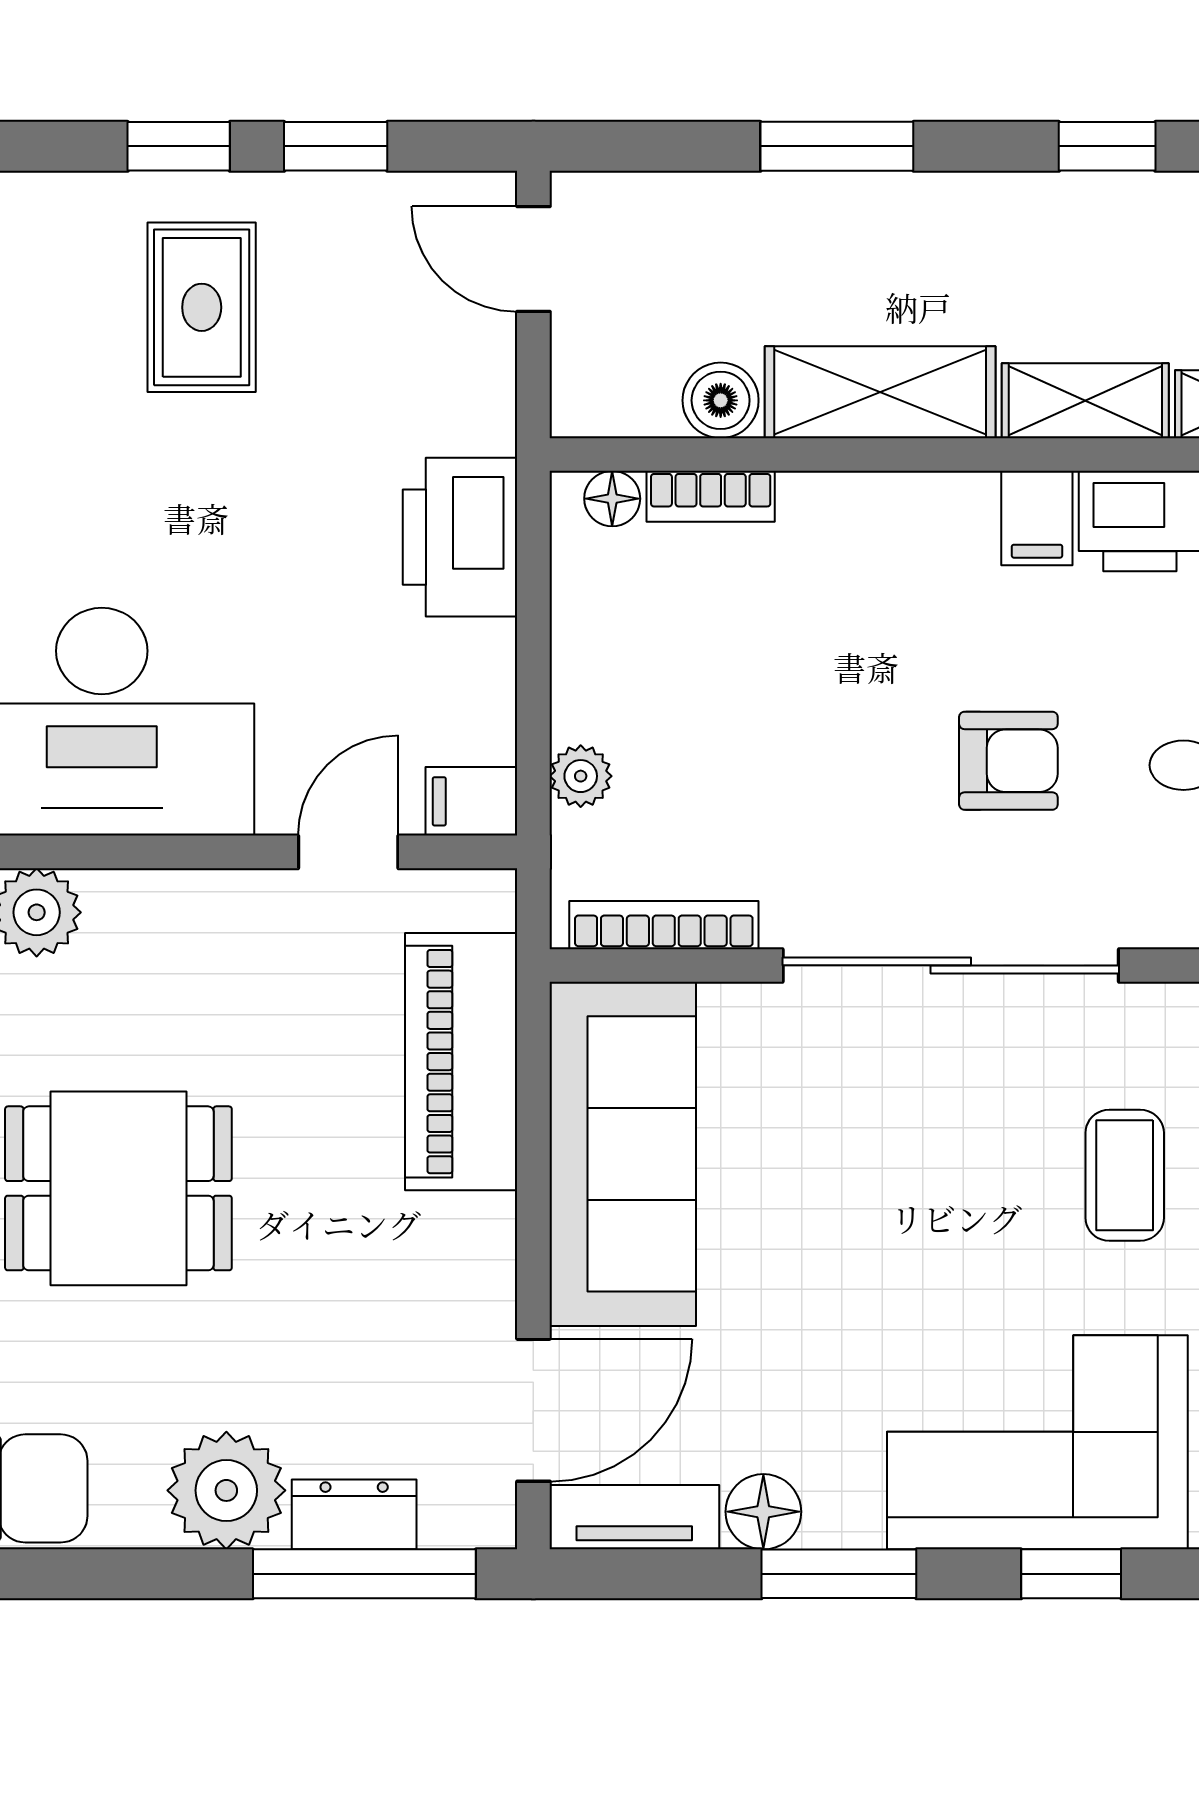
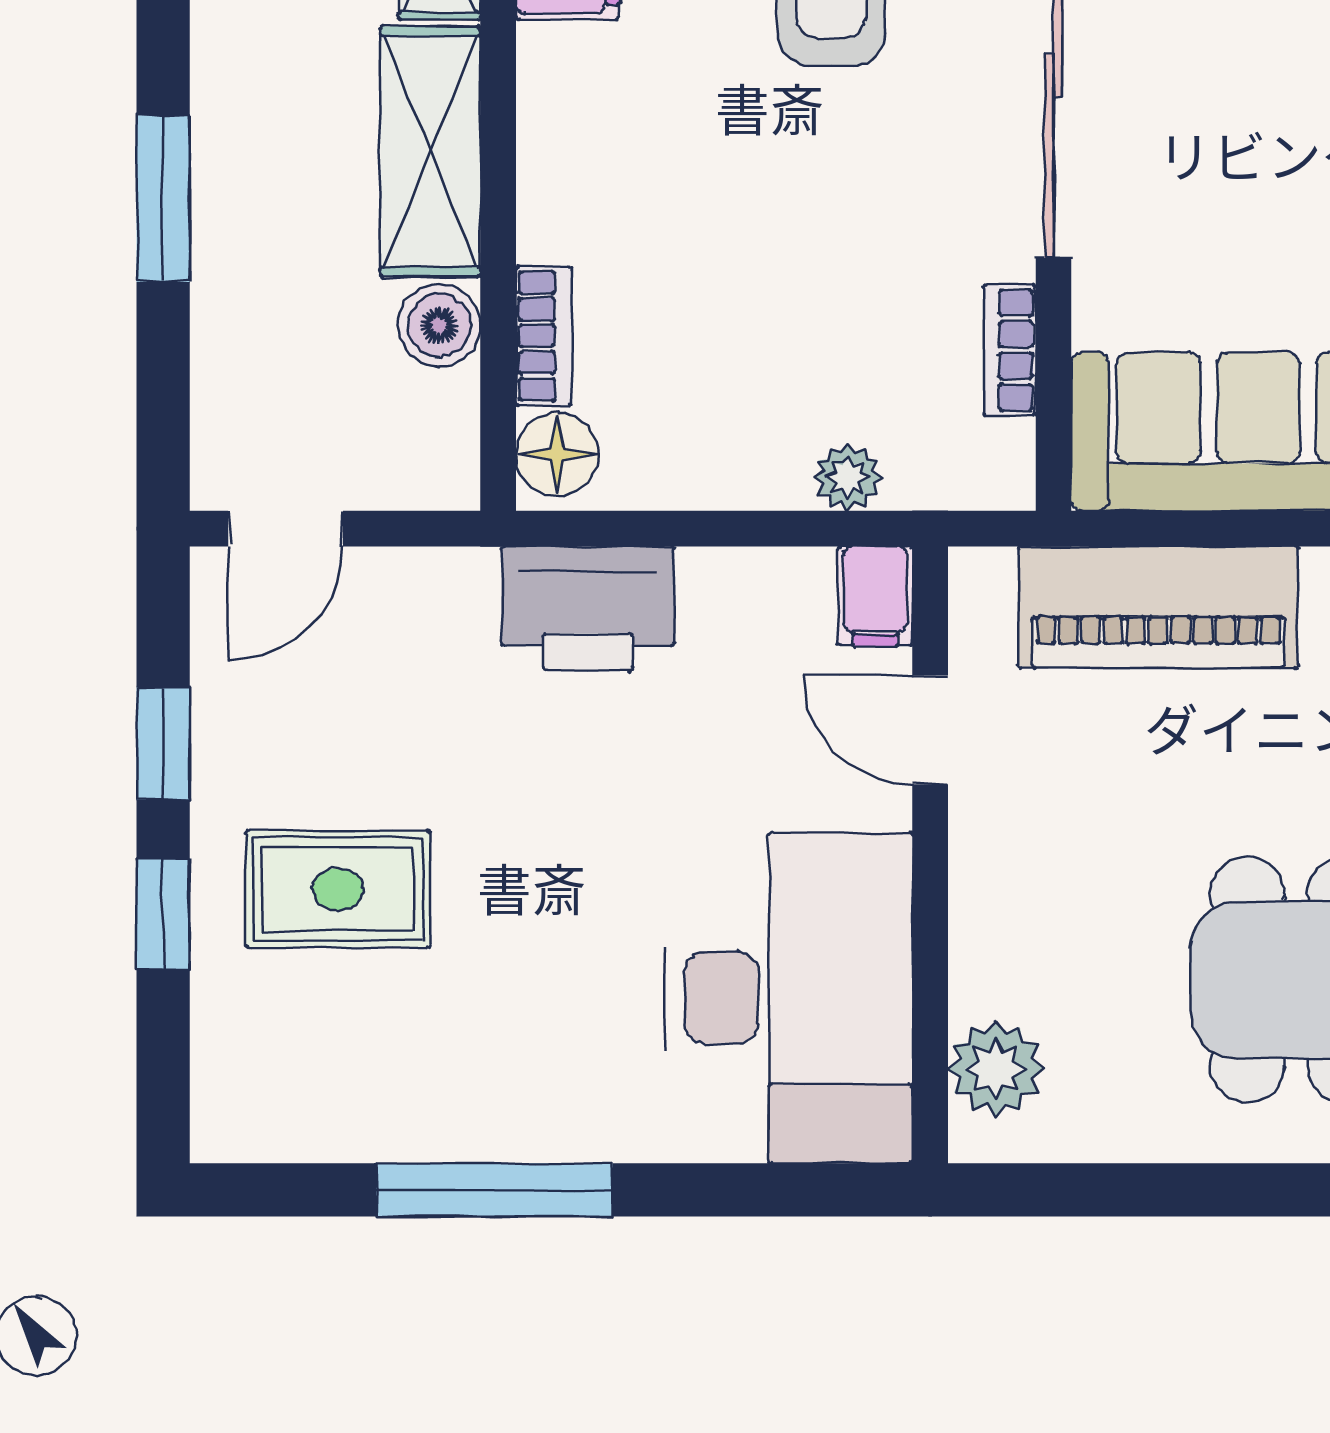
floor lamp: (612, 499) -> (557, 454), width x1.37, depth x1.37
bookcase: (664, 925) -> (1010, 350), width x0.64

